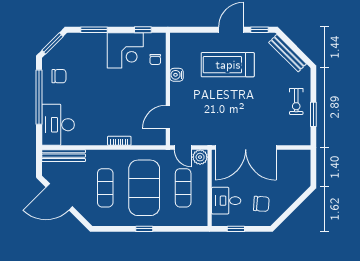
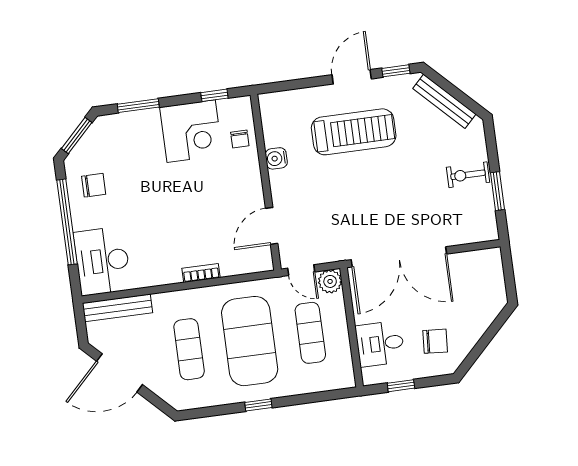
treadmill: (228, 65) -> (354, 132), turned 180
exercise bike: (296, 101) -> (468, 175), turned 90

